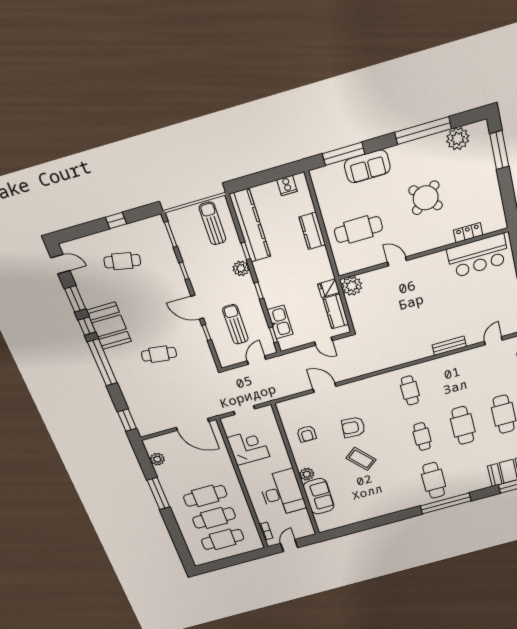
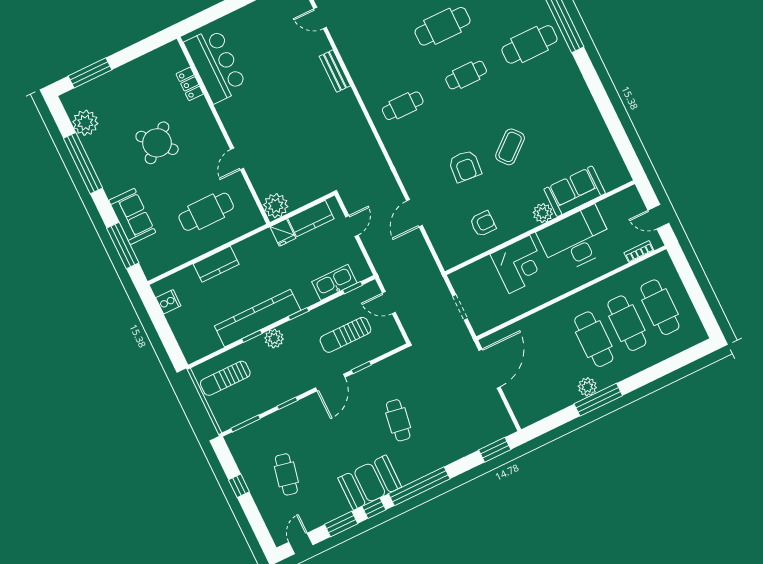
kitchen counter: (250, 226) -> (258, 318), moved
cafe table: (358, 230) -> (206, 212), turned 90
corner desk: (248, 447) -> (519, 264), moved, turned 180
plant: (157, 459) -> (587, 387), moved

